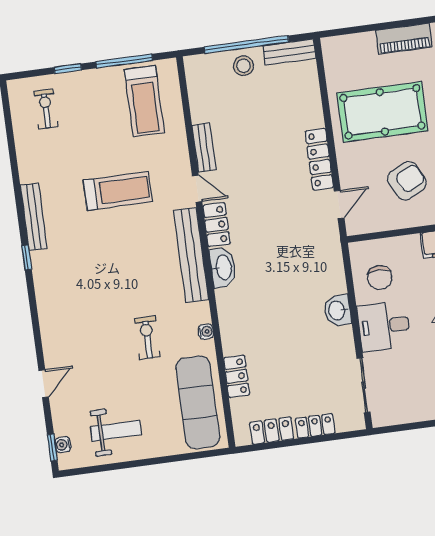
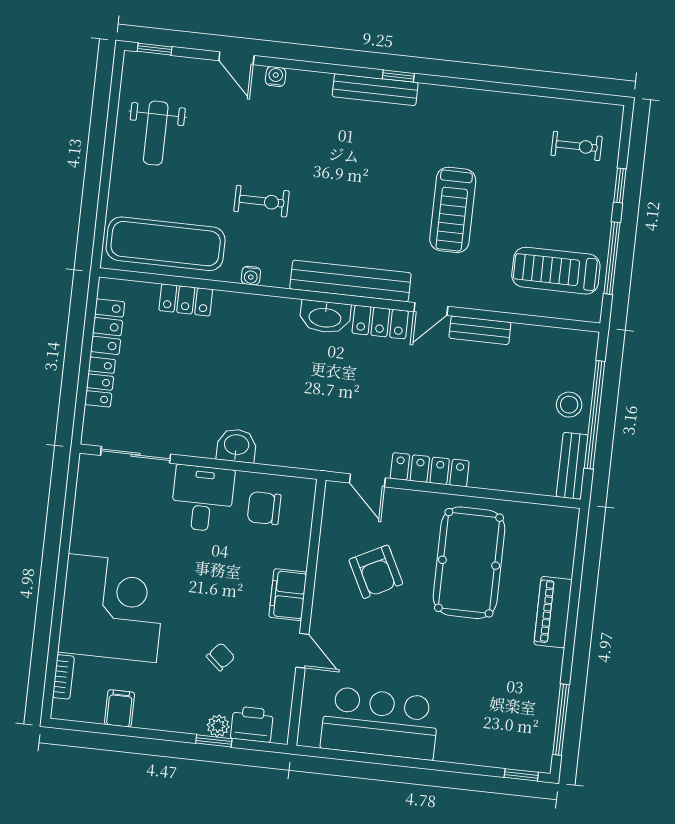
bench: (34, 217) -> (375, 90), moved
water cooler: (63, 445) -> (276, 77), moved

